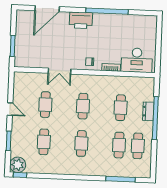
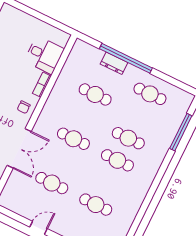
desk: (137, 60) -> (44, 55), width x0.73
double door: (60, 71) -> (19, 148), width x1.37
cafe table: (119, 145) -> (128, 138), moved

